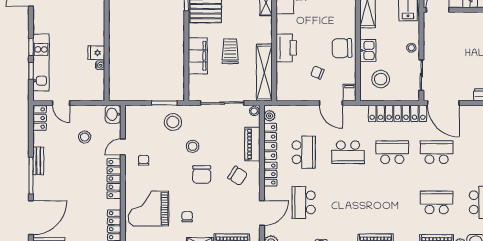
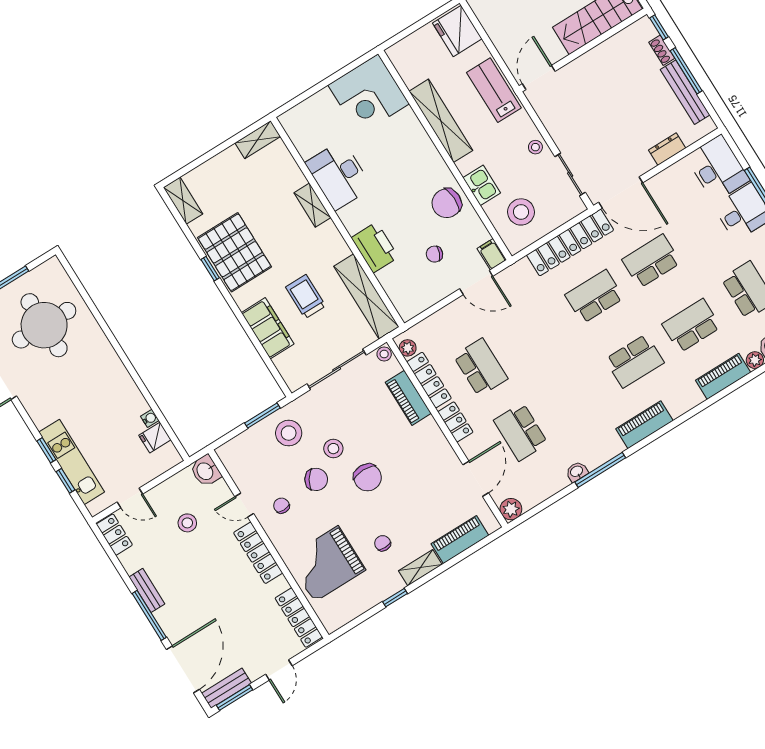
fridge: (96, 53) -> (155, 438), moved
door: (123, 147) -> (244, 505), hinge flipped
school desk: (348, 152) -> (635, 361), moved
chair: (238, 176) -> (316, 479), moved

